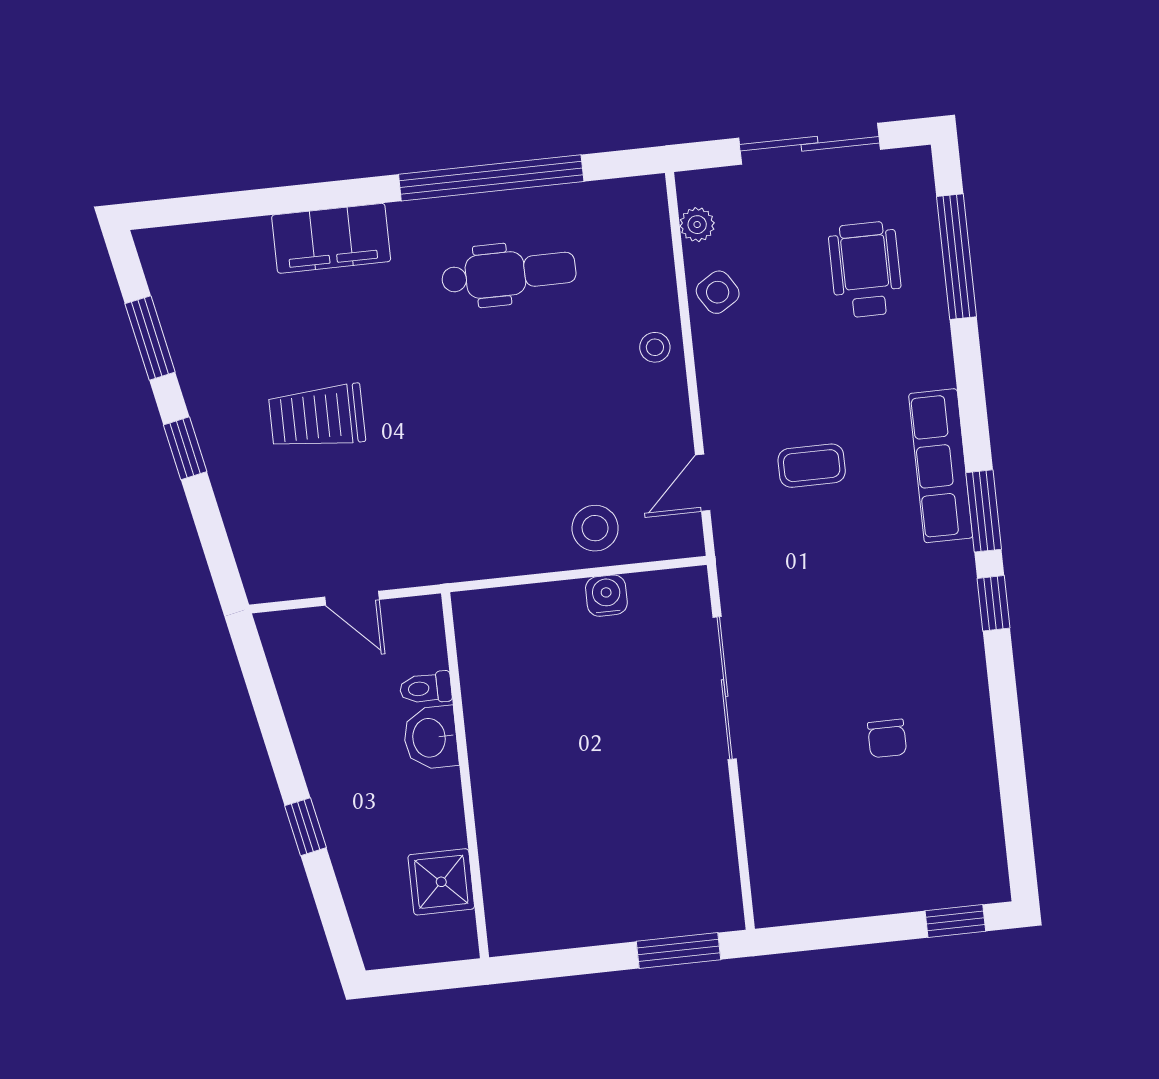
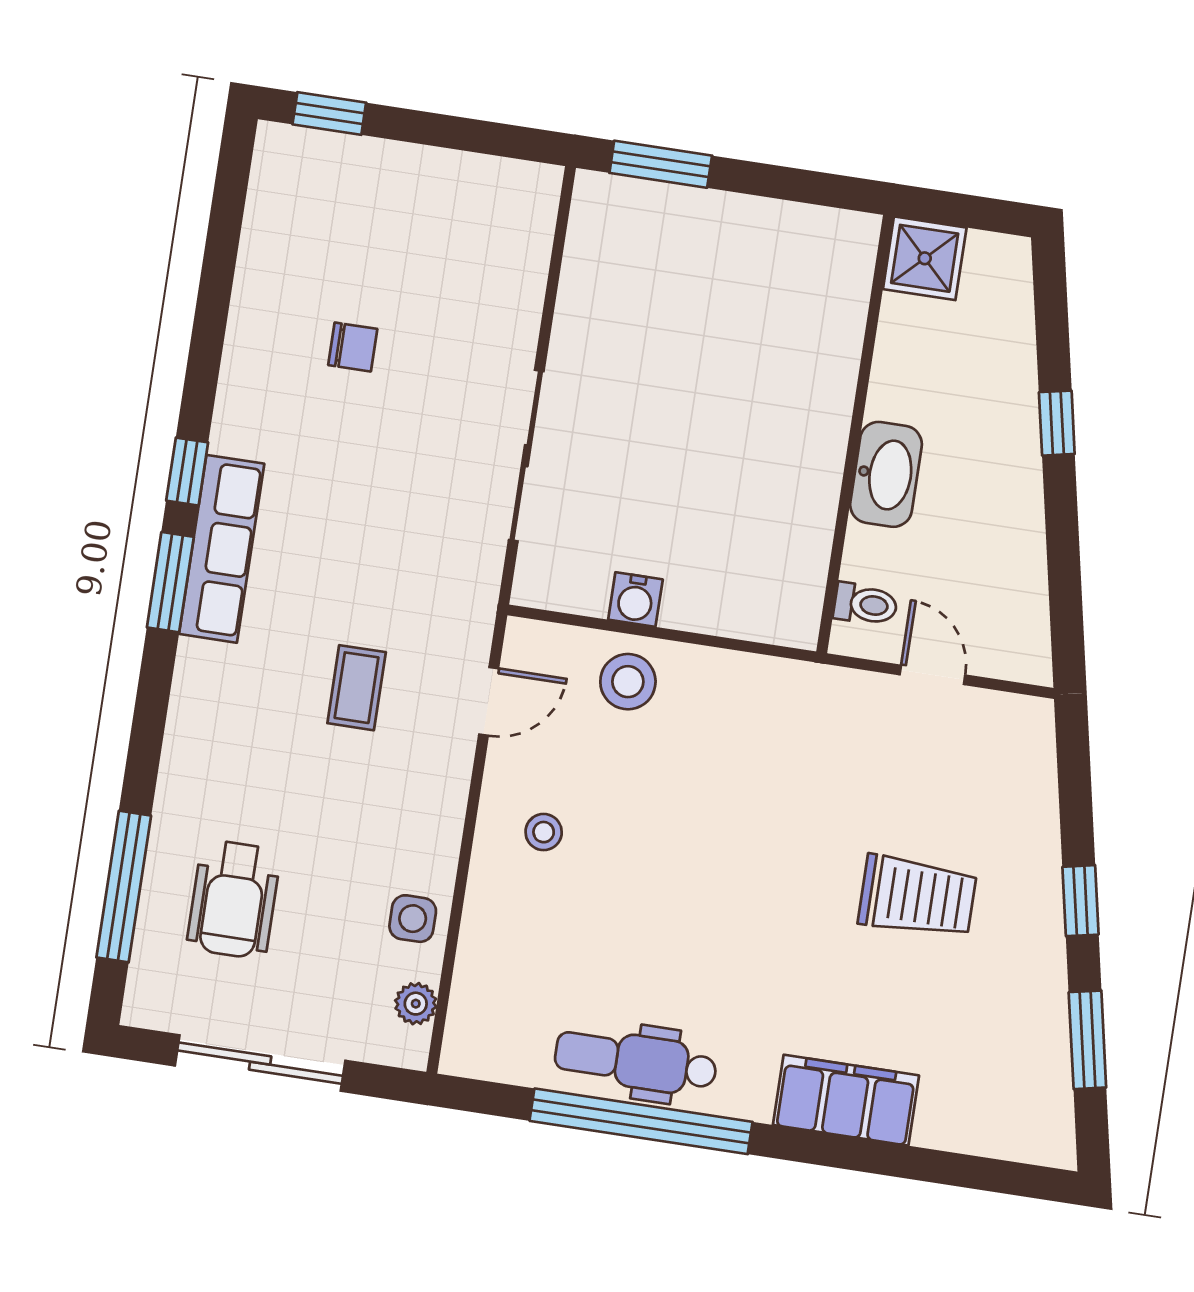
dental chair: (509, 274) -> (636, 1061), moved
side table: (718, 292) -> (413, 919), turned 32
stool: (655, 347) -> (544, 832), moved
coffee table: (812, 466) -> (357, 688), turned 90
row of seats: (941, 466) -> (222, 549), moved
toilet: (426, 688) -> (866, 604), moved
washbasin: (431, 738) -> (886, 474), width x1.38
chair: (887, 738) -> (353, 347), turned 90
shower: (441, 882) -> (925, 258), moved

